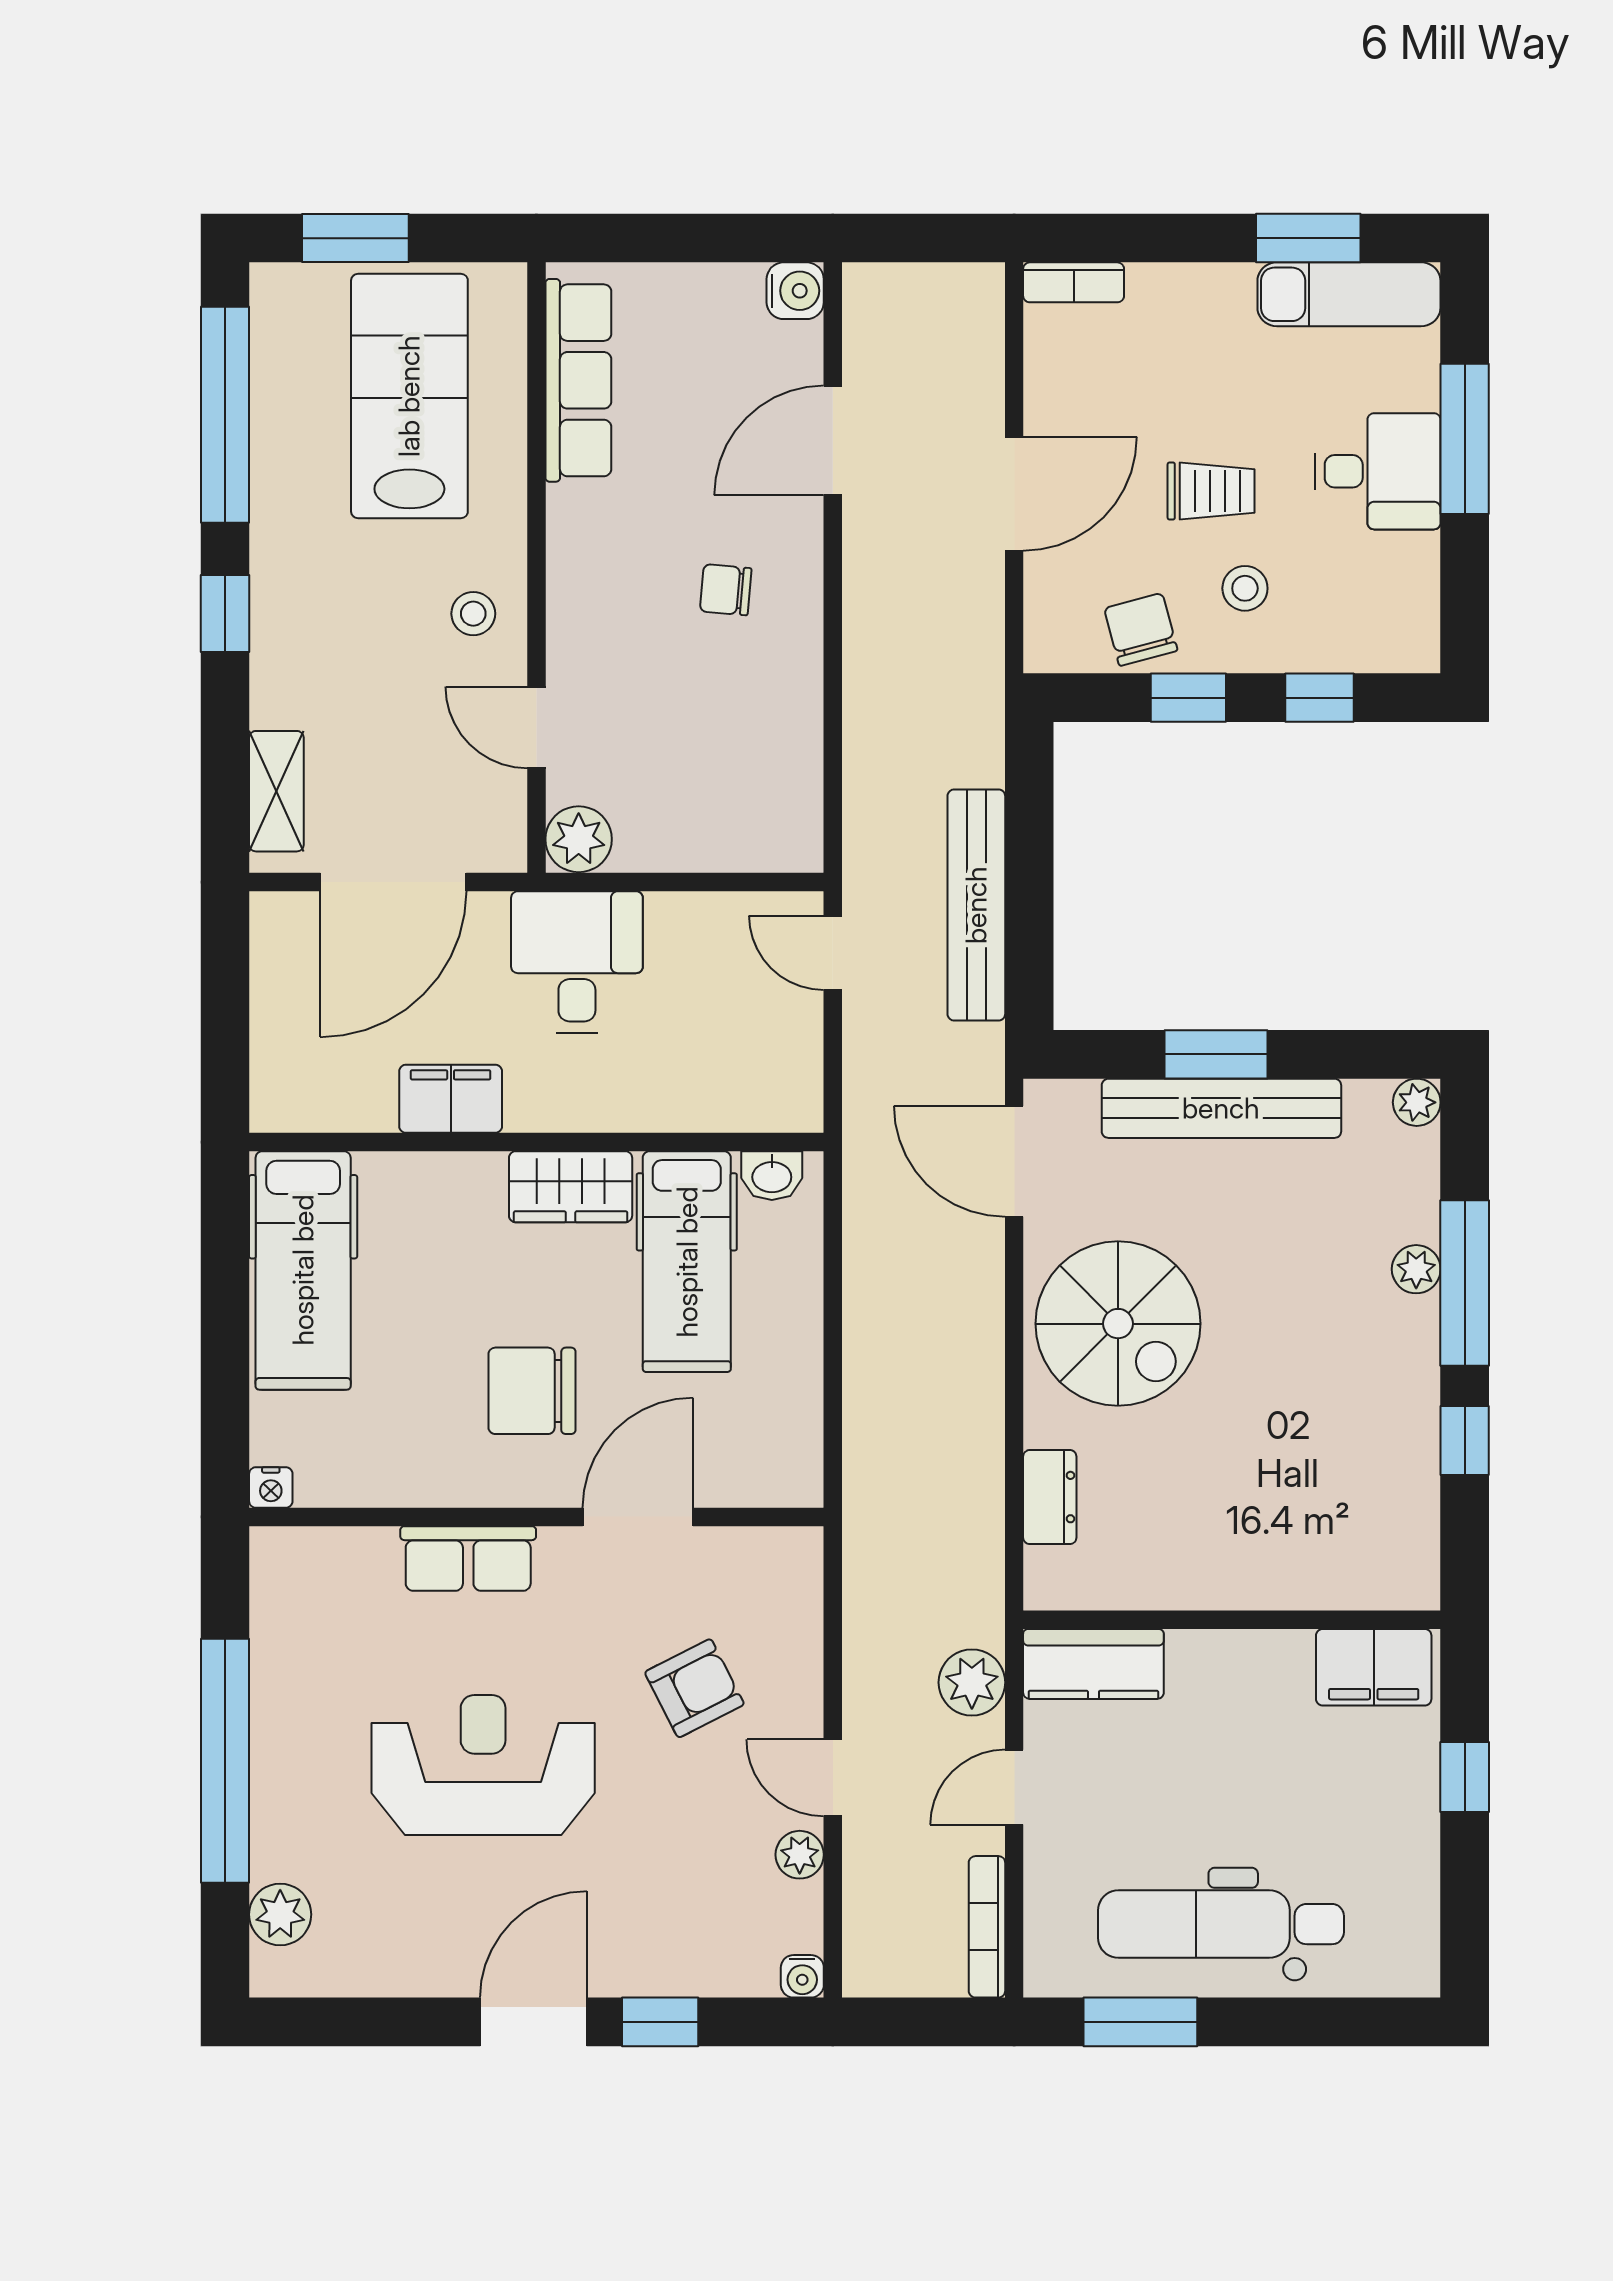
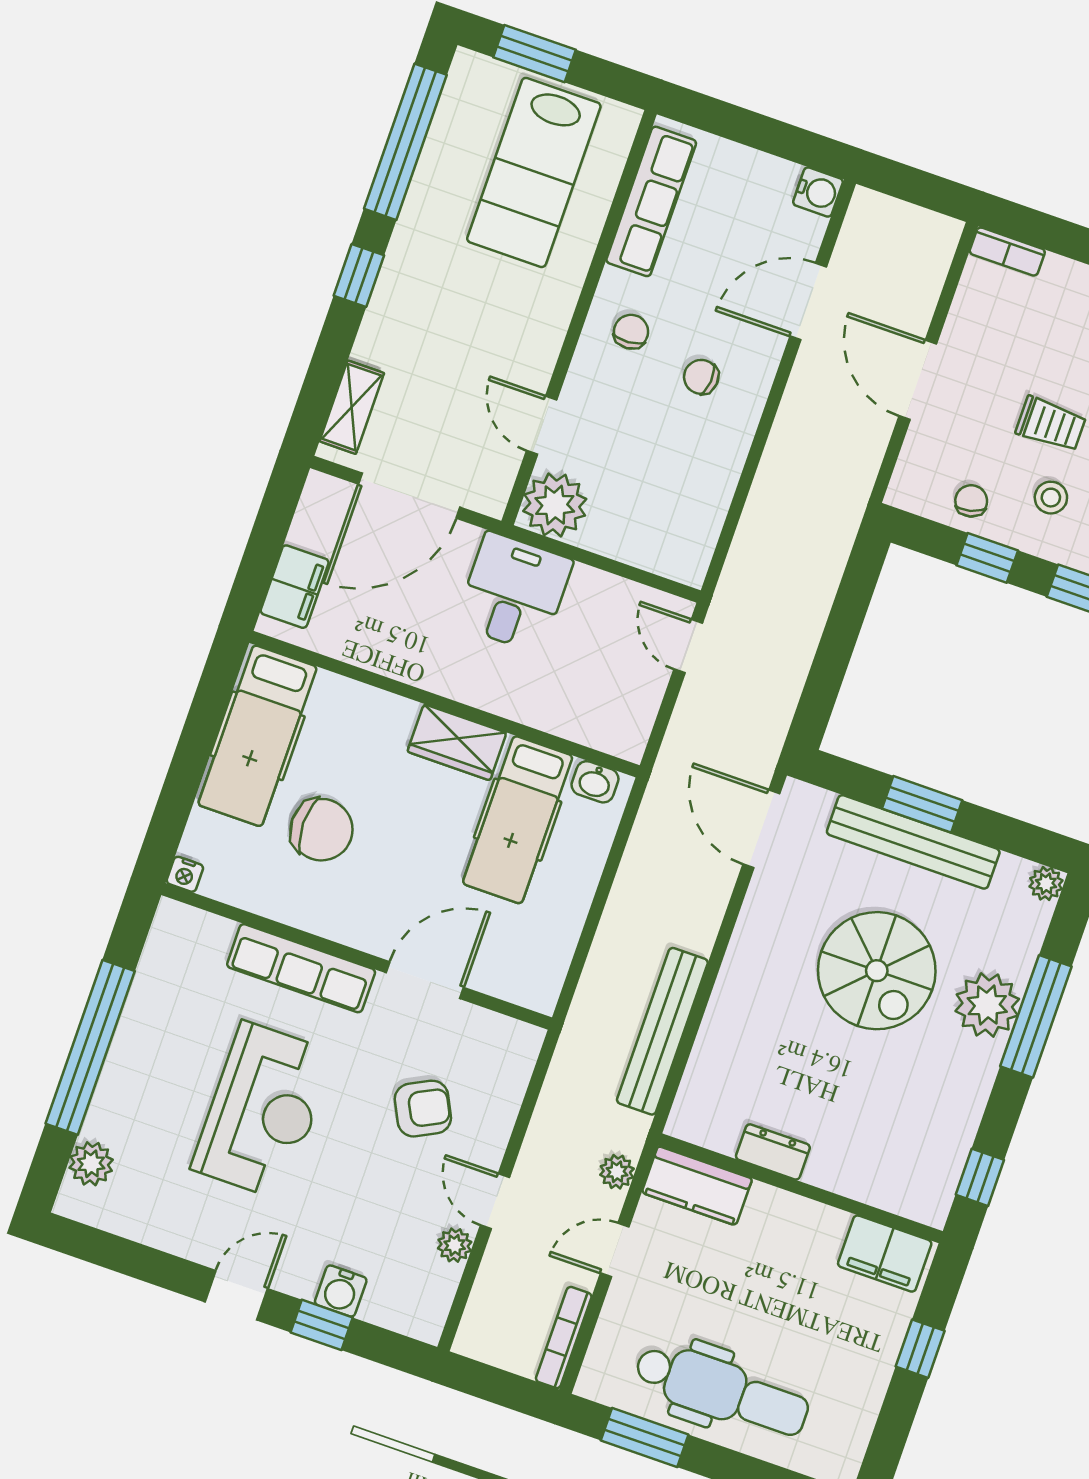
lab bench: (409, 396) -> (534, 172), turned 180
door: (1014, 494) -> (918, 380), swing flipped
chair: (612, 562) -> (631, 332), added
stool: (473, 614) -> (526, 334), removed
chair: (1141, 629) -> (971, 501), width x0.73, depth x0.73
plant: (579, 839) -> (555, 505), width x1.36, depth x1.36
bench: (976, 905) -> (662, 1031), moved
filing cabinet: (451, 1099) -> (295, 587), moved, turned 90
plant: (1416, 1269) -> (987, 1005), width x1.87, depth x1.87
spiral stairs: (1118, 1324) -> (877, 971), moved
chair: (532, 1391) -> (321, 830), moved, turned 180
window: (1465, 1440) -> (980, 1177), moved
dresser: (1050, 1497) -> (773, 1152), moved, turned -90
row of seats: (468, 1558) -> (301, 968), width x1.48
plant: (972, 1682) -> (617, 1172), width x0.73, depth x0.73
reception desk: (483, 1765) -> (263, 1111), turned 90
dental chair: (1221, 1924) -> (722, 1391), turned 180
water cooler: (802, 1976) -> (341, 1291), moved, width x1.38, depth x1.38
door: (533, 2022) -> (236, 1295), width x0.73

